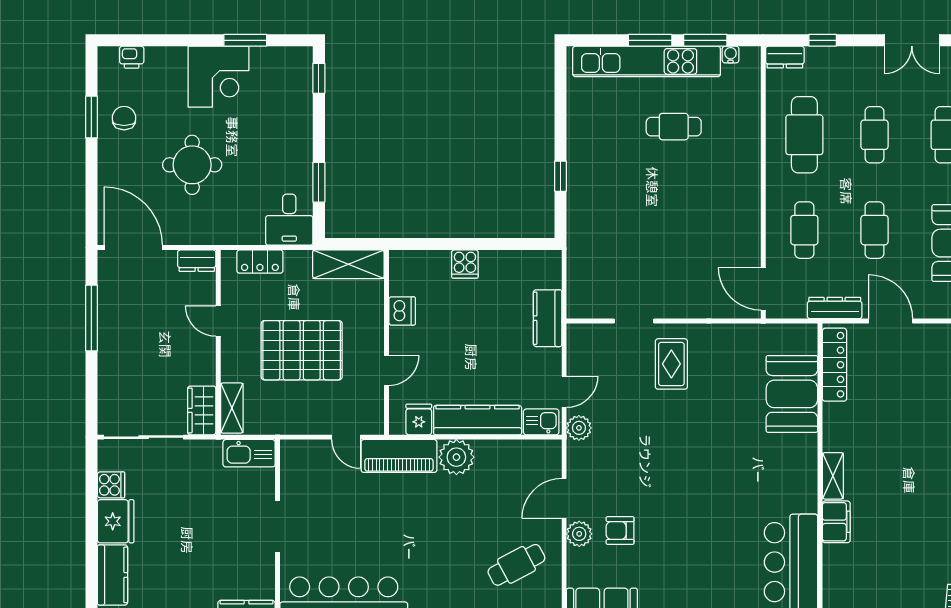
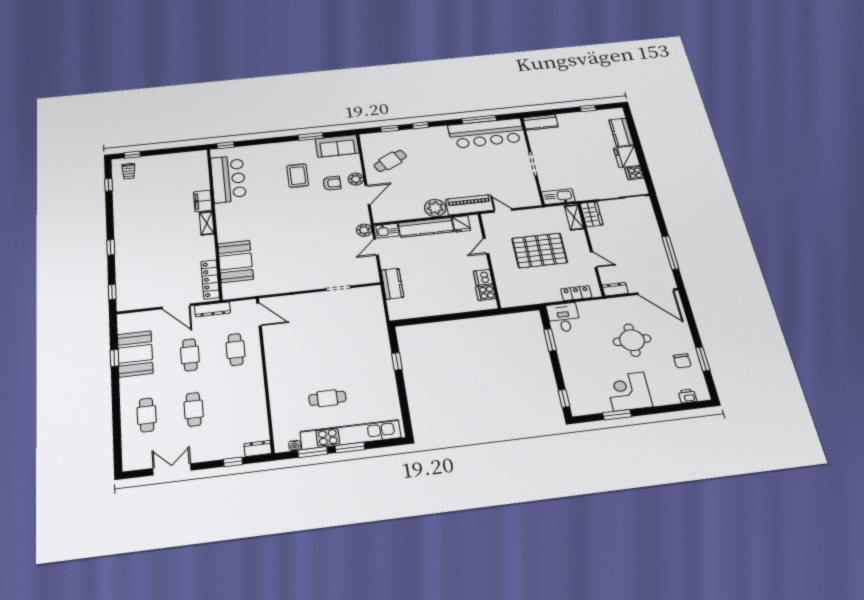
cafe table: (804, 135) -> (240, 404), removed
shelving: (348, 264) -> (521, 298), removed
cooker: (465, 264) -> (486, 293), moved, turned -90
rug: (671, 364) -> (298, 176), moved

